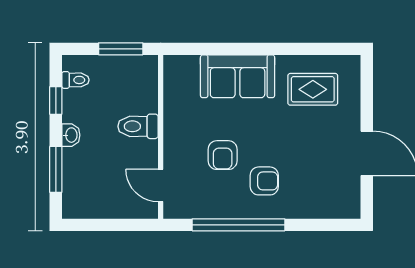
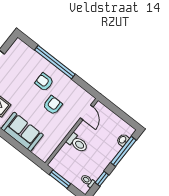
washbasin: (71, 135) -> (123, 140), moved
window: (56, 169) -> (123, 151), width x1.44
window: (239, 225) -> (55, 62), moved

